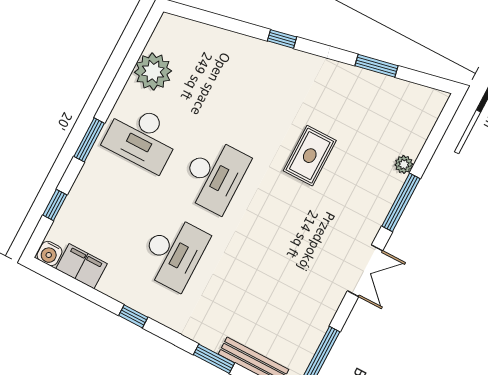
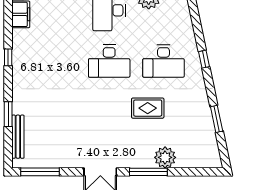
plant: (404, 164) -> (165, 157), width x1.88, depth x1.88
desk: (174, 253) -> (164, 61), moved

